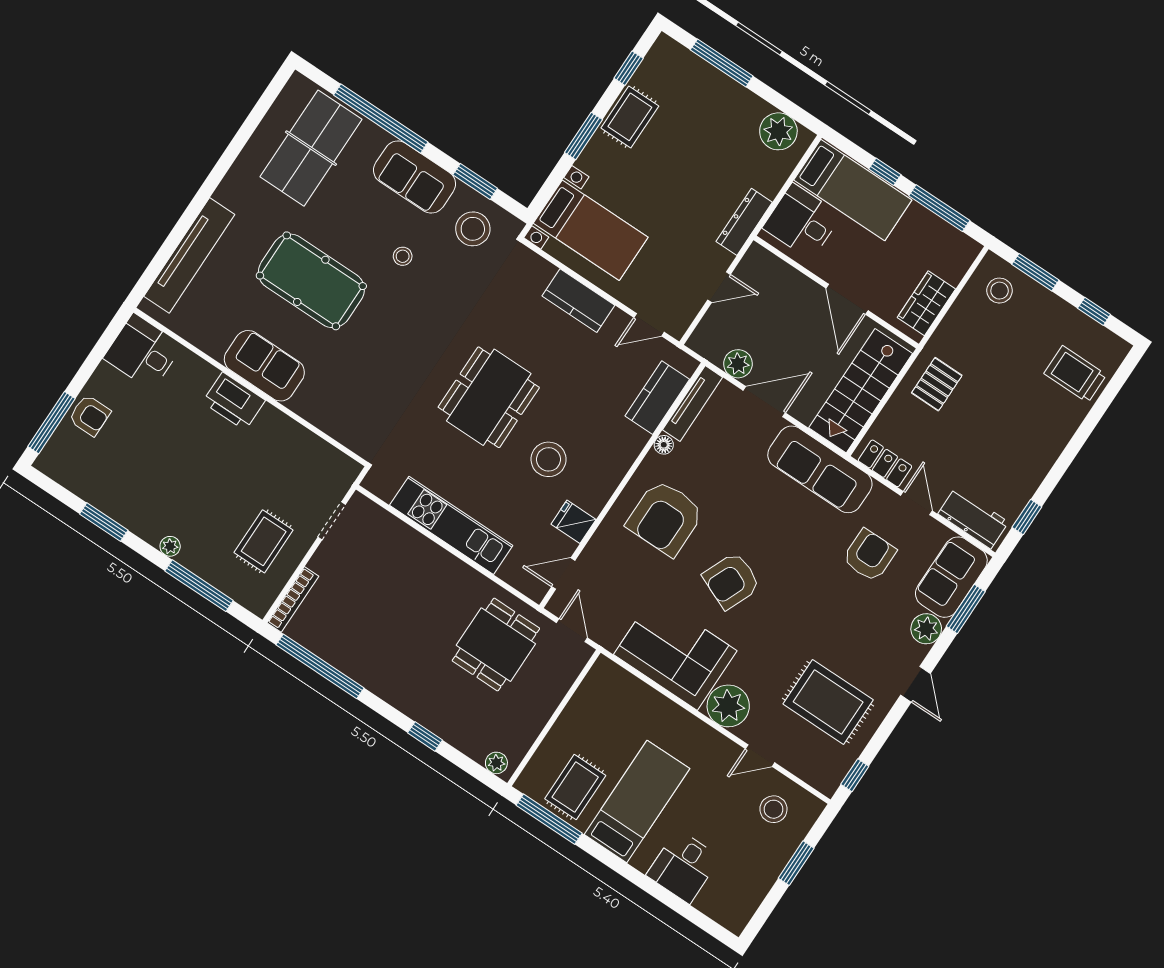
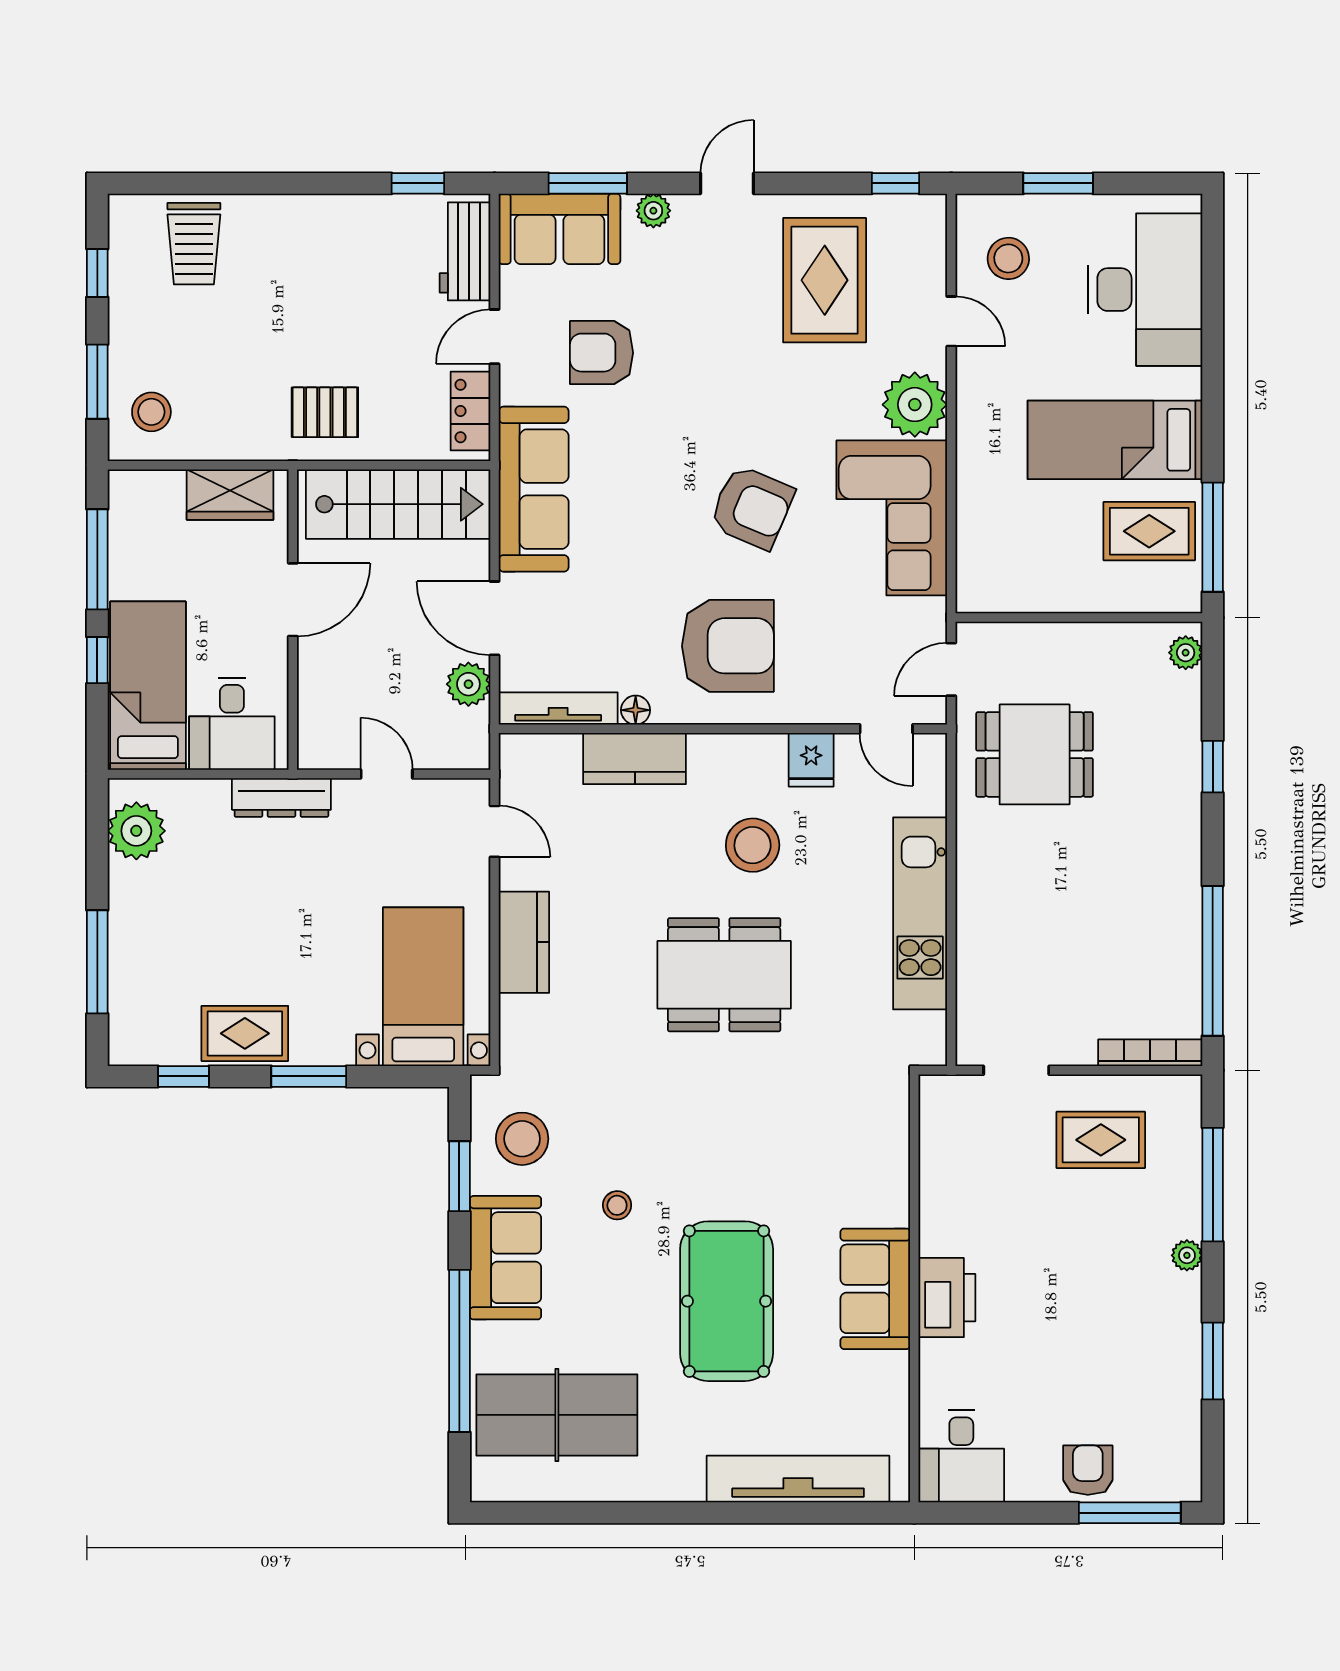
kitchen counter: (657, 398) -> (635, 759), moved
plant: (926, 629) -> (653, 211), width x0.73, depth x0.73
desk: (683, 866) -> (1145, 290), width x1.87, depth x1.30

